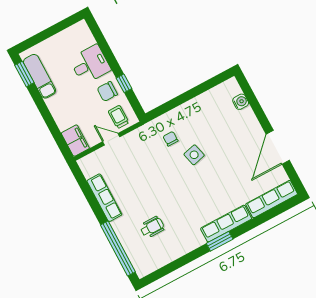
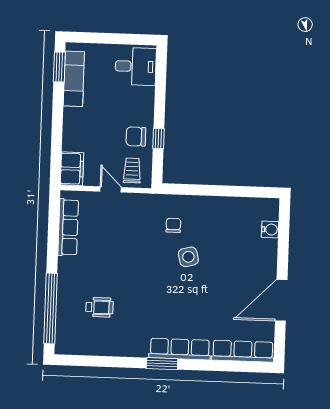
desk: (90, 64) -> (136, 66), moved
row of seats: (104, 198) -> (68, 227), moved

